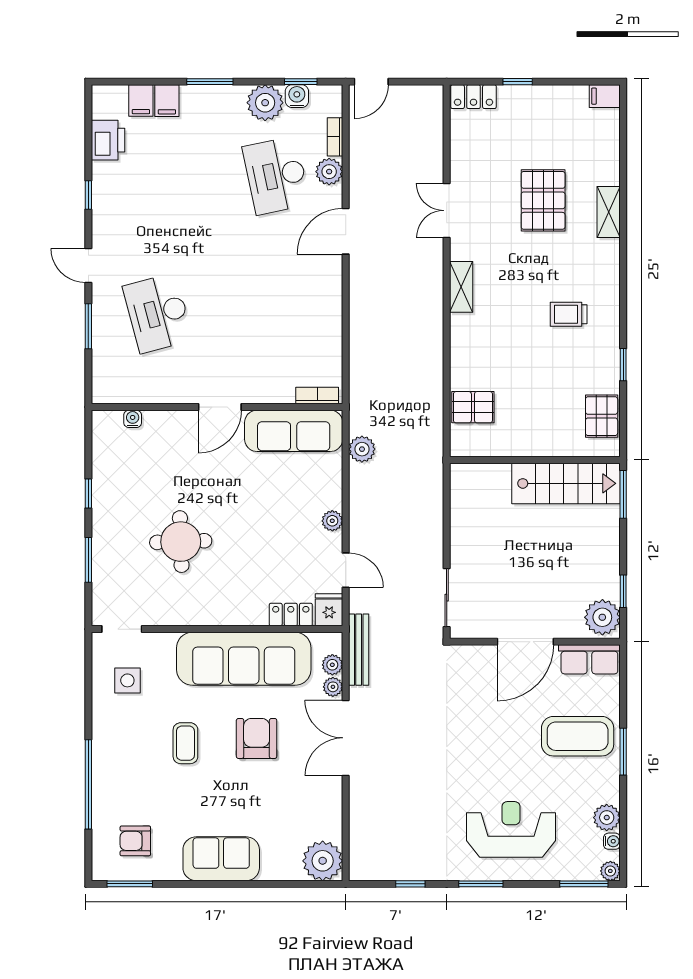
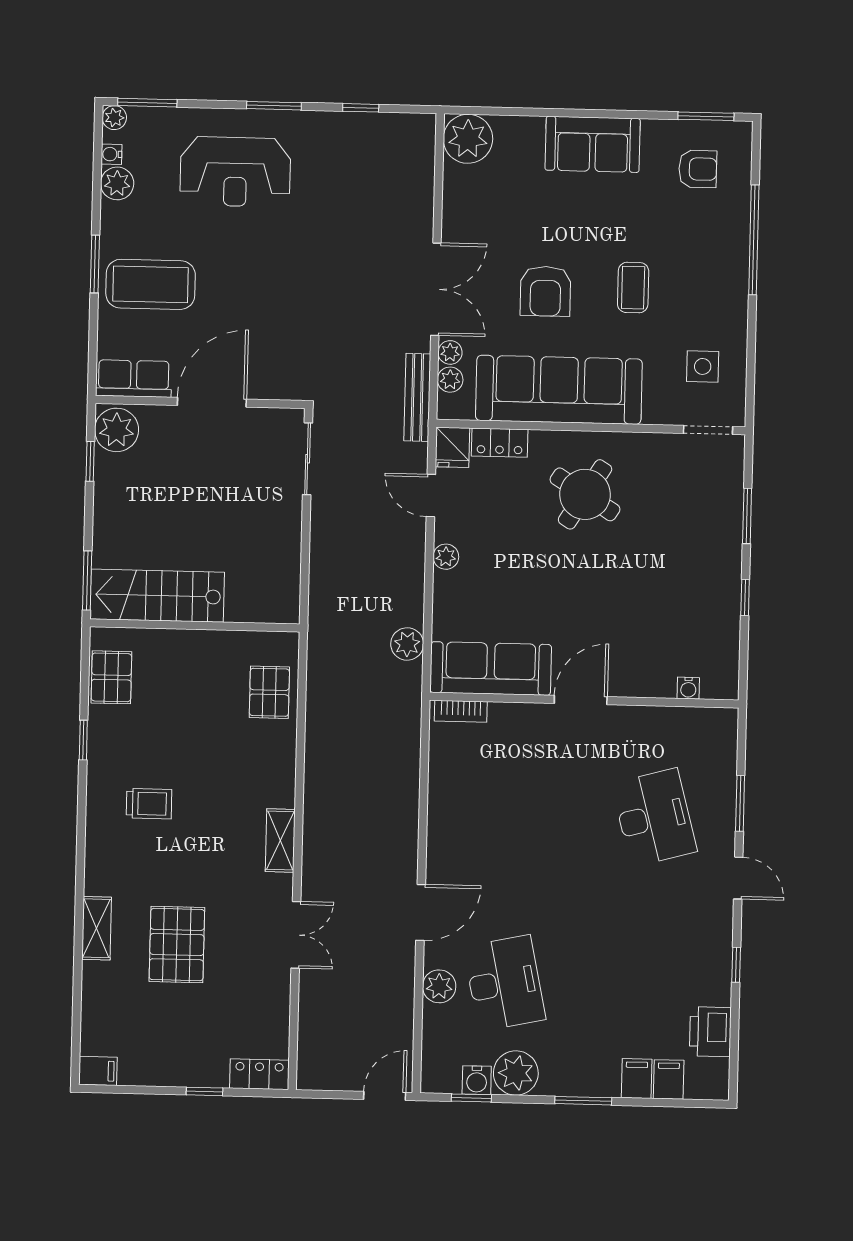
bookcase: (335, 137) -> (431, 1029), removed
pallet: (473, 407) -> (269, 692), turned 90
round table: (181, 542) -> (585, 494), moved, turned 34

